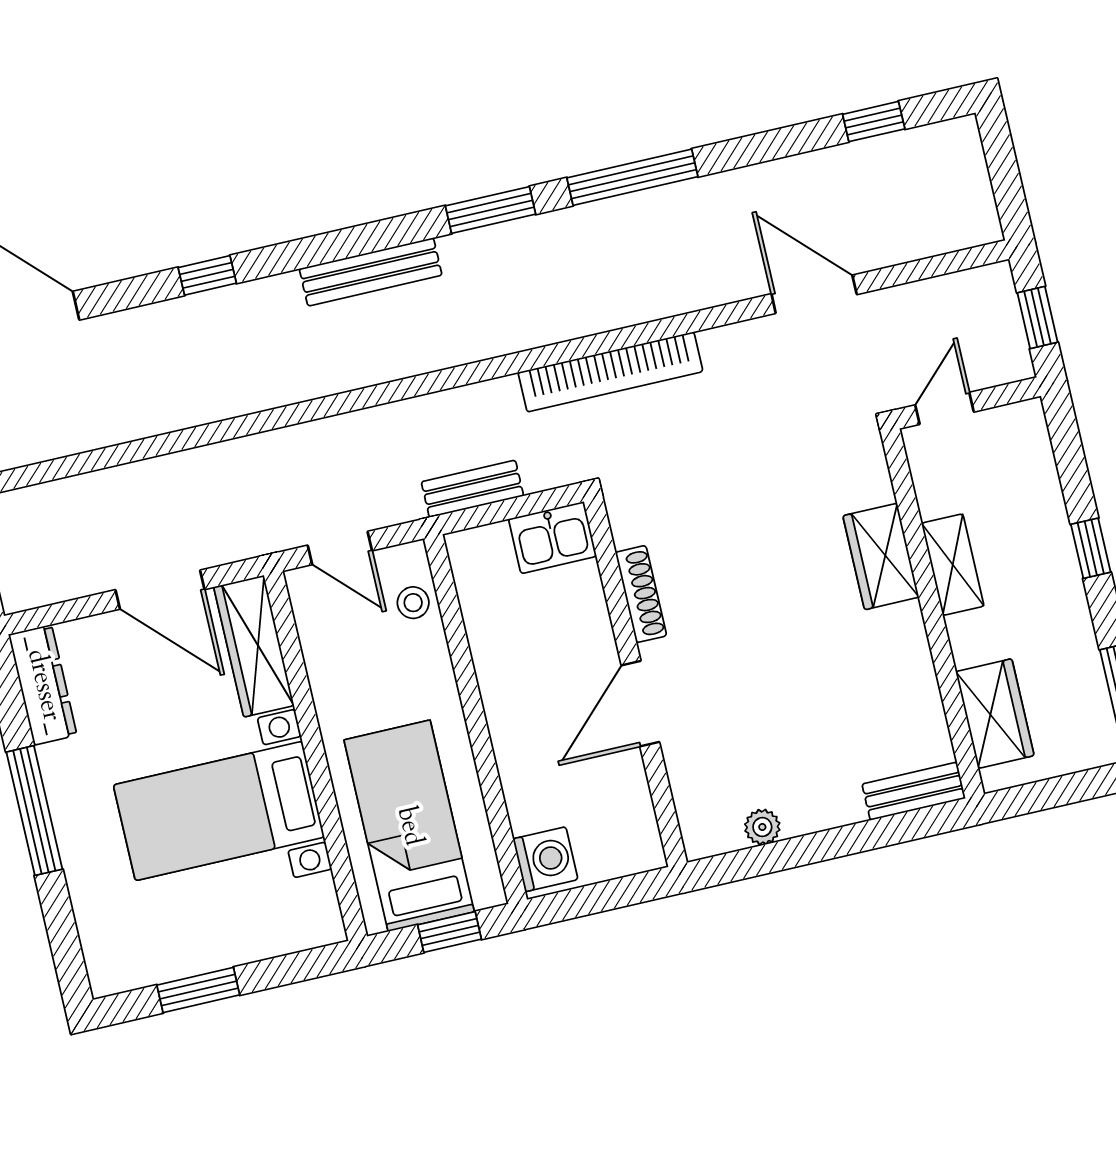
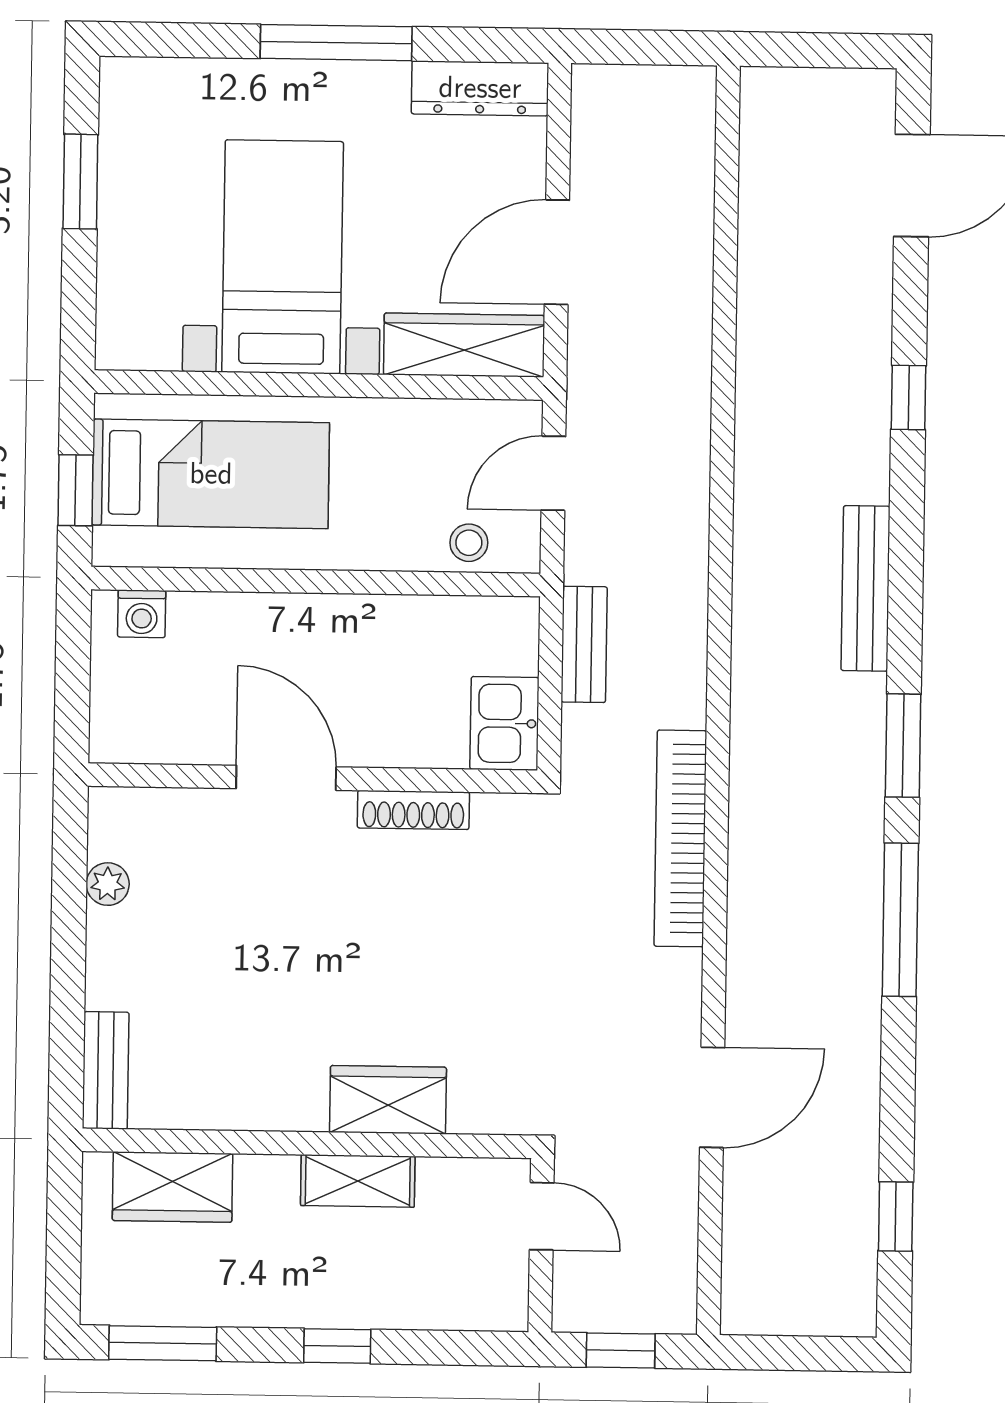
washing machine: (545, 859) -> (142, 614), width x0.73, depth x0.73

